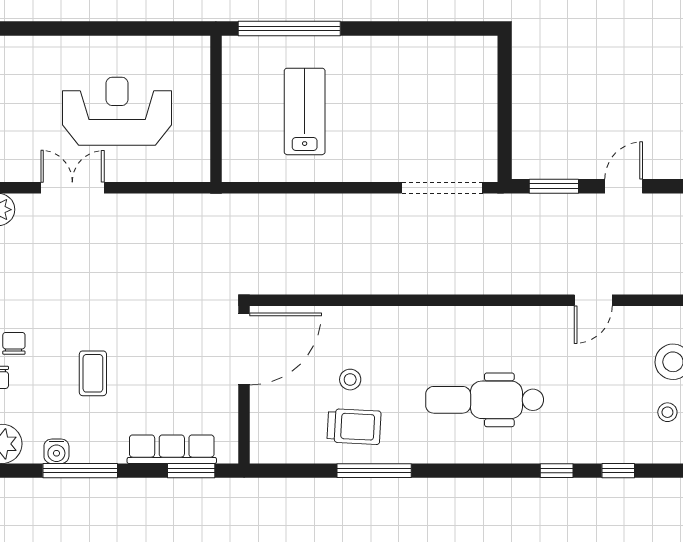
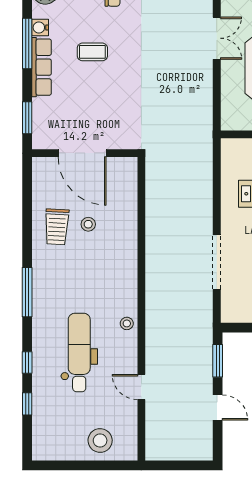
doorway: (442, 188) -> (217, 262), moved
door: (244, 349) -> (82, 153), moved
dental chair: (485, 400) -> (79, 352), moved
stool: (667, 412) -> (127, 323), moved
row of seats: (172, 449) -> (42, 67), moved
window: (374, 471) -> (27, 292), moved

